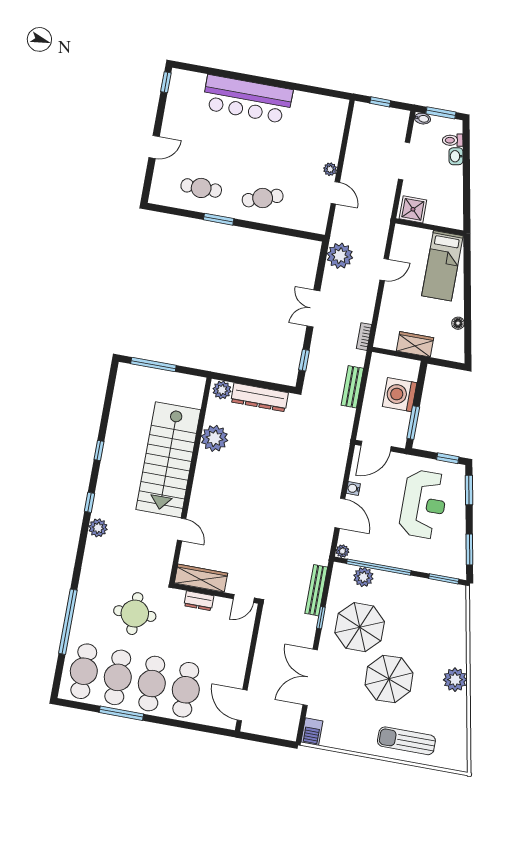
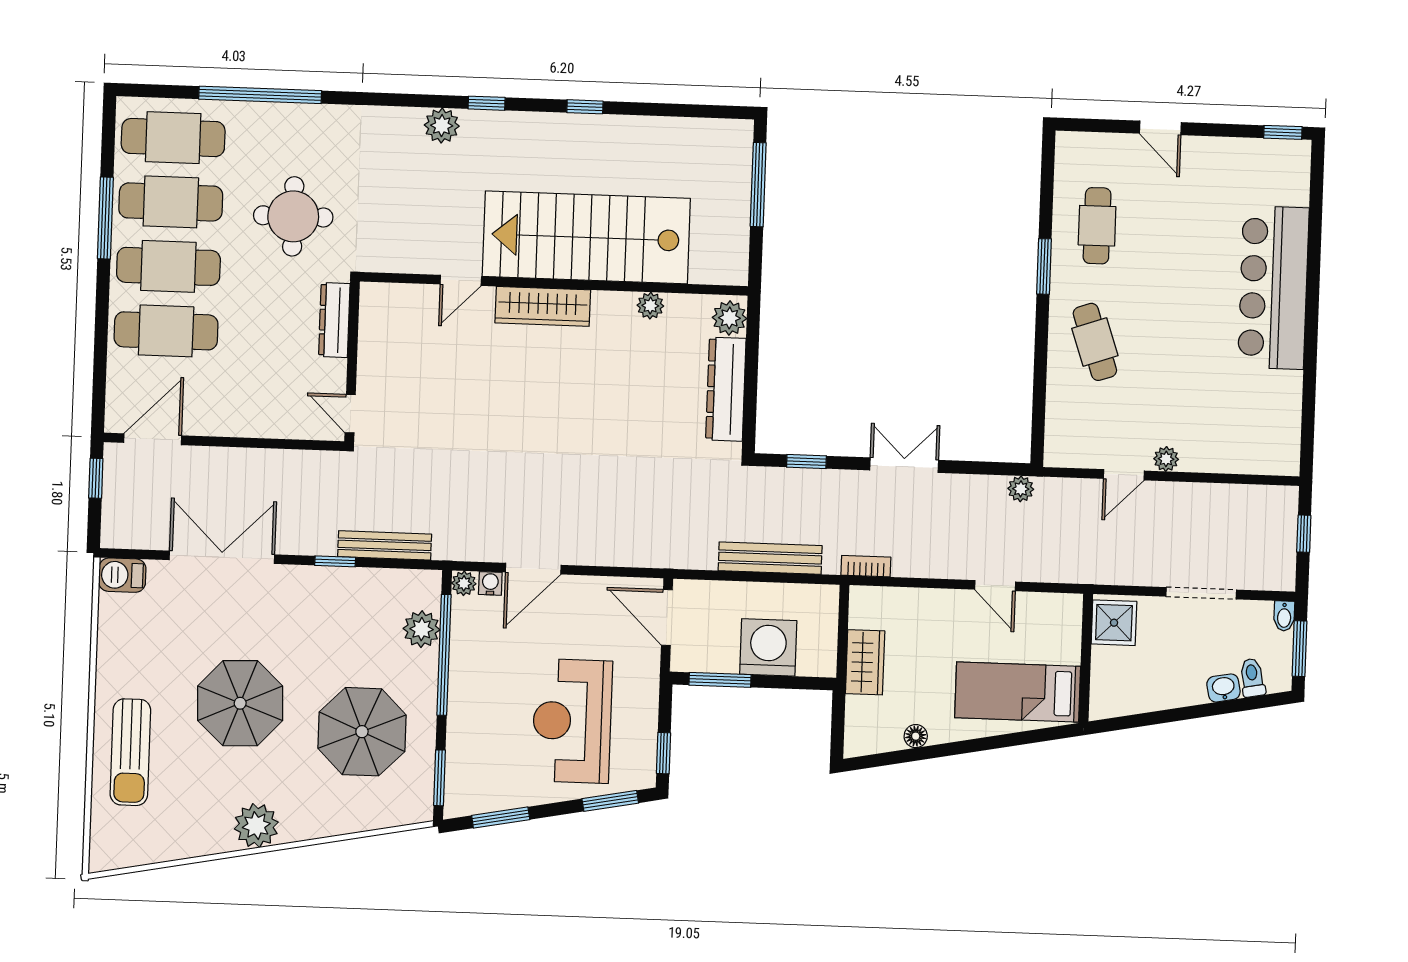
plant: (340, 256) -> (1021, 489), width x0.53, depth x0.53
bench: (352, 387) -> (770, 558), width x1.36
plant: (214, 438) -> (650, 306), width x0.53, depth x0.53
water cooler: (353, 488) -> (490, 583), moved
reception desk: (424, 504) -> (572, 721), turned 90
wardrobe: (201, 578) -> (543, 306), moved, turned 90
dresser: (199, 601) -> (334, 320), width x1.44
parasol: (360, 627) -> (362, 732), moved
window: (259, 738) -> (96, 478), added
sun lounger: (406, 741) -> (130, 752), turned 180

